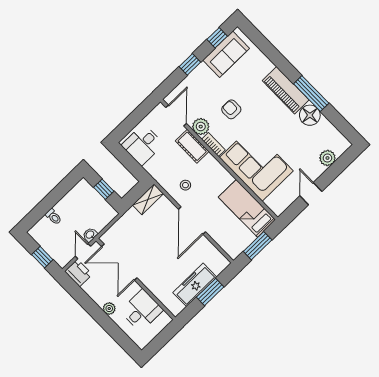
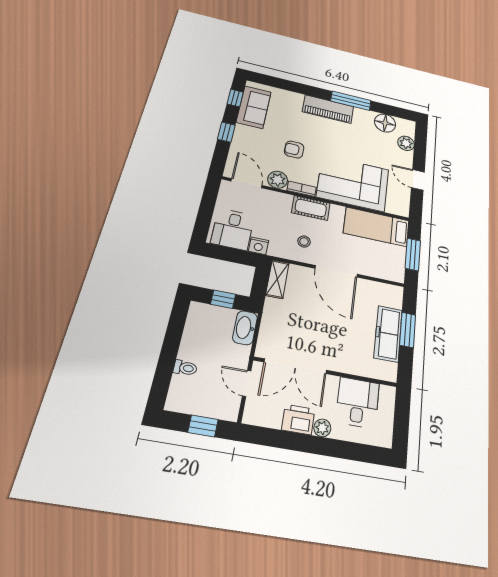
floor lamp: (310, 115) -> (385, 123), moved
cot: (192, 146) -> (311, 208), moved
nightstand: (152, 168) -> (259, 246), added
washbasin: (90, 235) -> (245, 328), moved, width x1.91, depth x1.45
printer: (78, 273) -> (298, 419), moved

